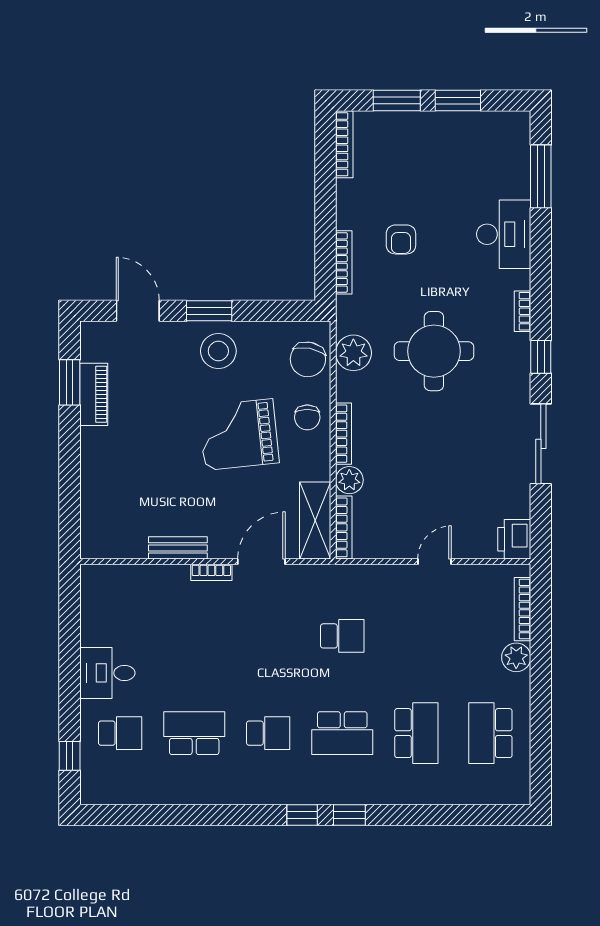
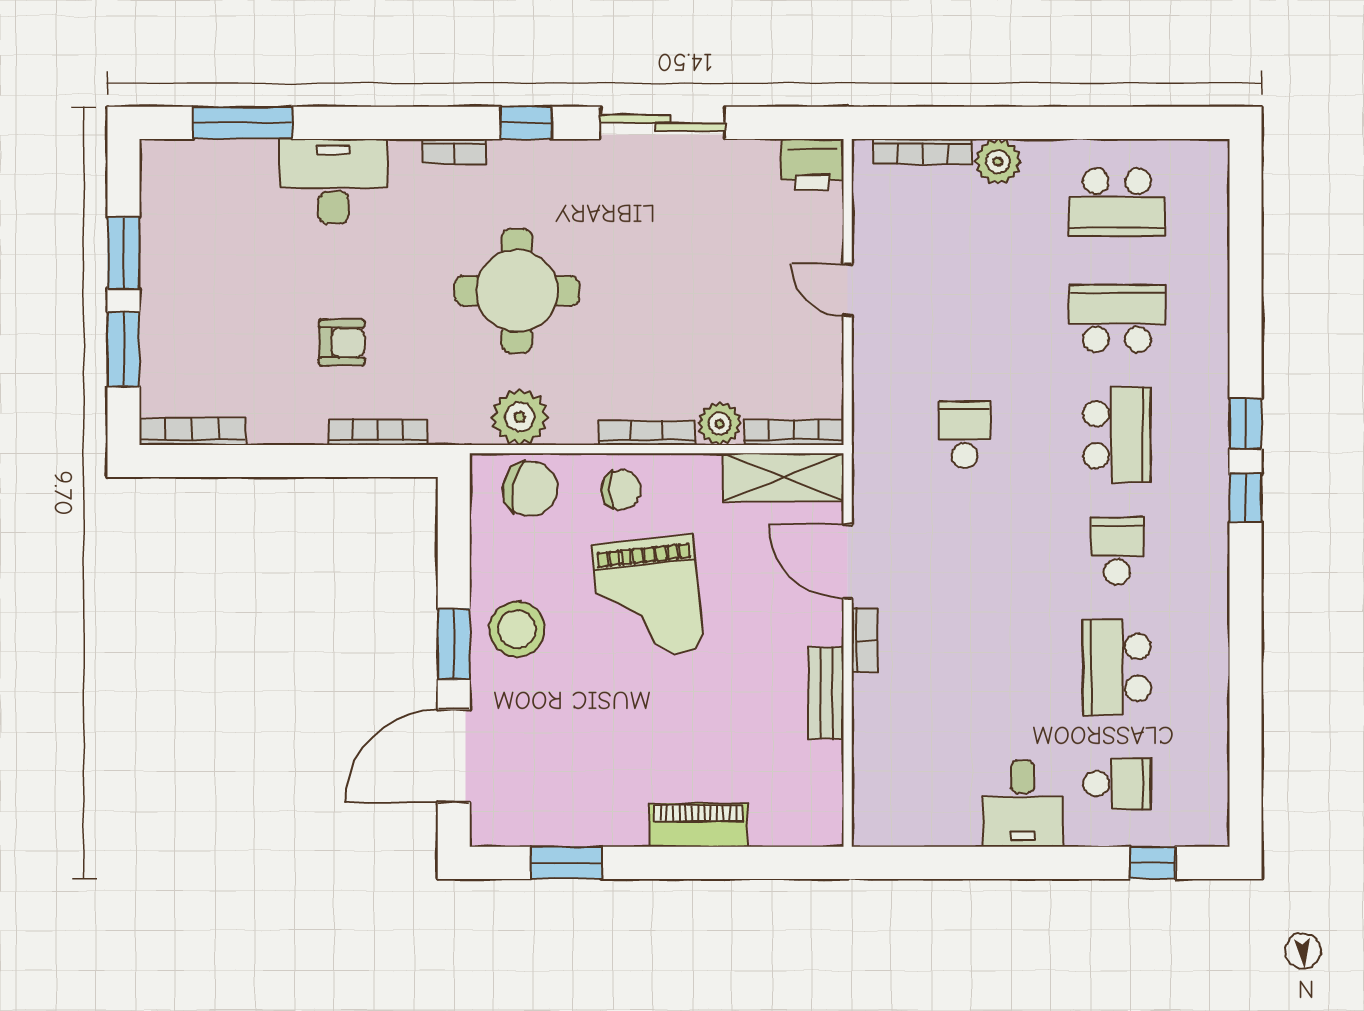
door: (138, 311) -> (454, 756), width x1.36
piano: (94, 394) -> (698, 825), moved
school desk: (120, 733) -> (1117, 784), turned 90

